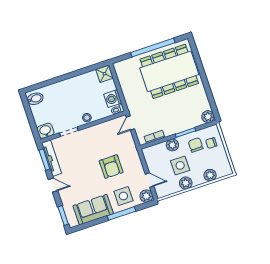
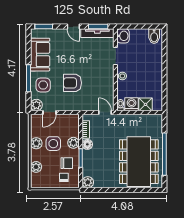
shower: (105, 74) -> (146, 104), moved
floor lamp: (169, 130) -> (87, 144), added
door: (53, 185) -> (73, 27), hinge flipped

